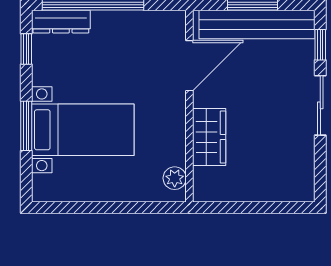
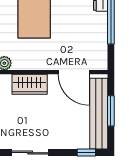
sliding door: (320, 105) -> (30, 153), moved

